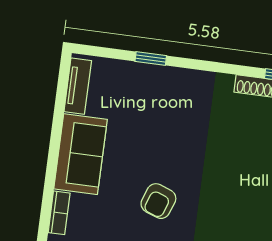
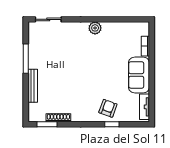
armchair: (158, 201) -> (108, 108), moved

